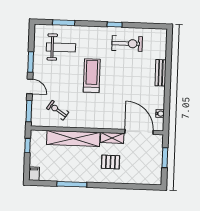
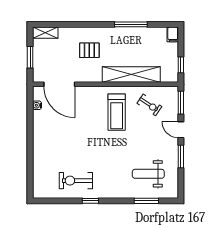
bench: (161, 73) -> (38, 150), removed
treadmill: (92, 76) -> (117, 112), moved
shelving: (112, 138) -> (45, 33), moved

